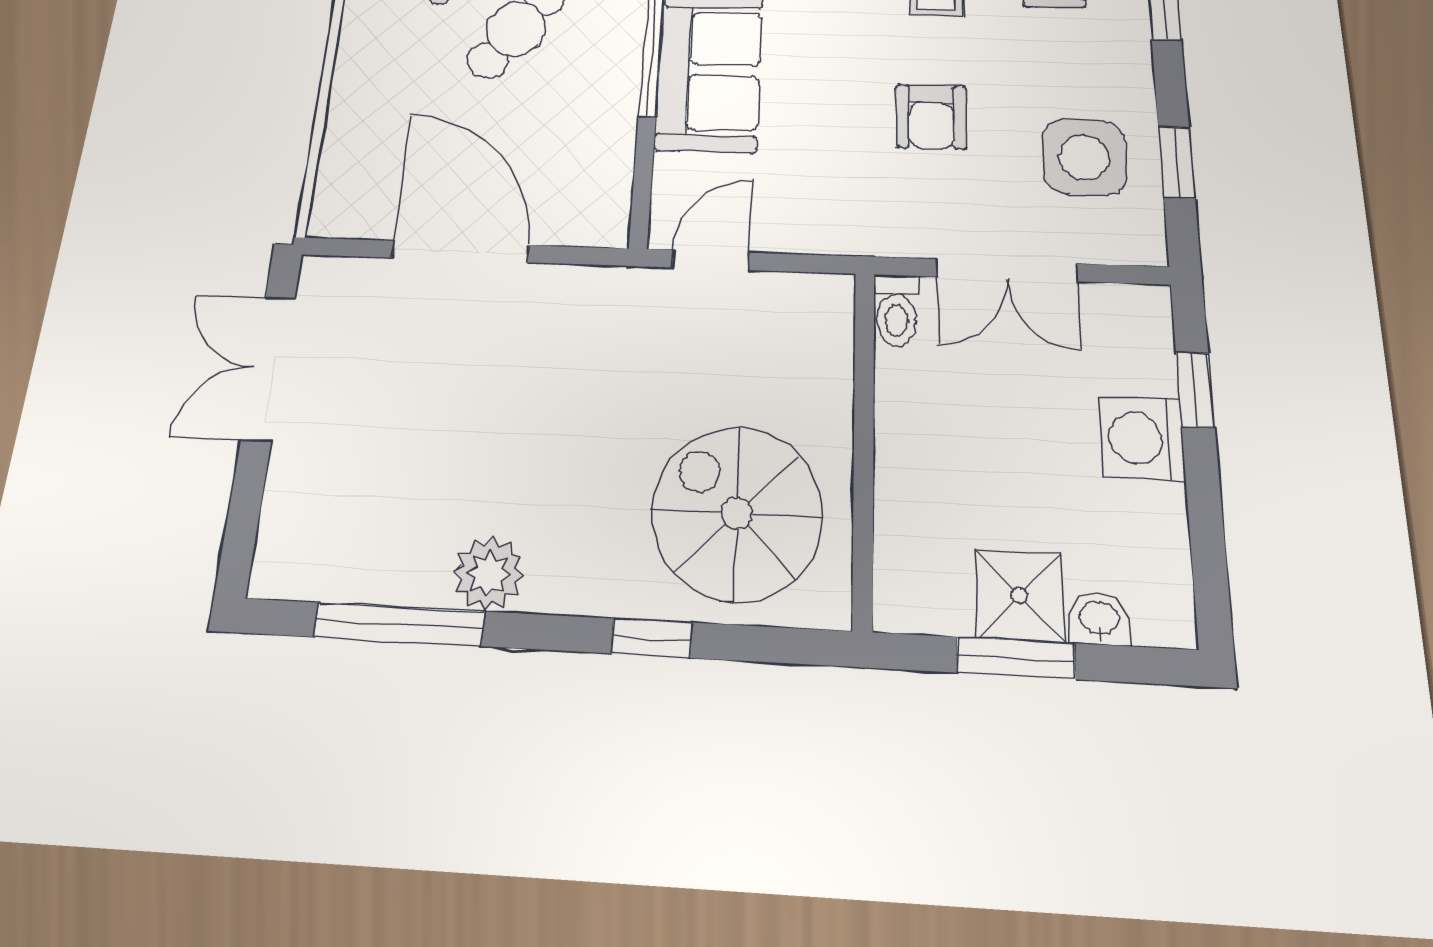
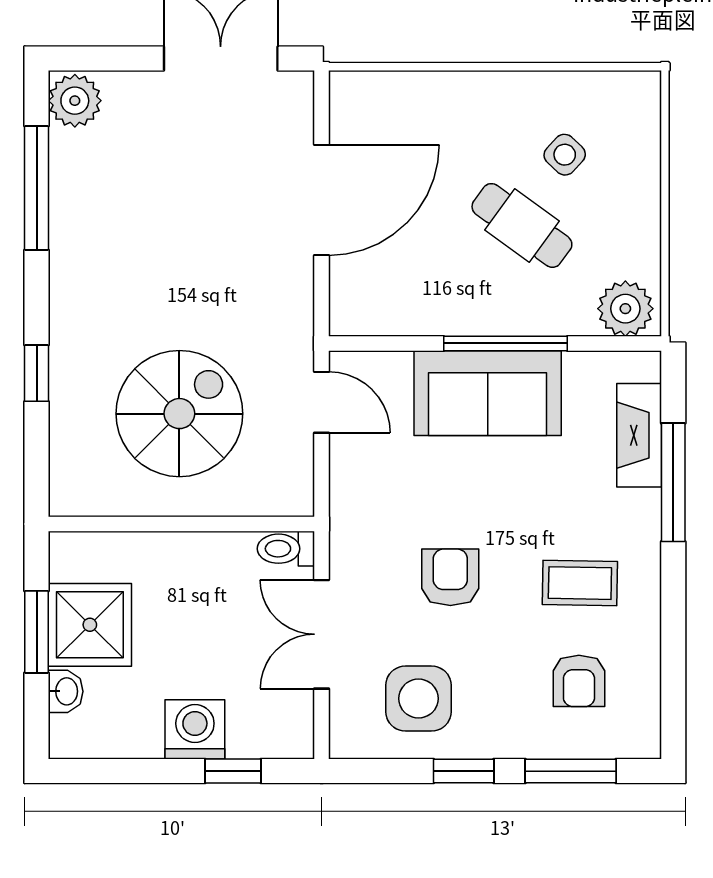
armchair: (931, 117) -> (450, 577), turned 90
window: (1177, 162) -> (464, 771), moved
spiral stairs: (737, 513) -> (179, 414), moved
plant: (489, 574) -> (75, 101), moved
shower: (1019, 596) -> (90, 625), width x1.36, depth x1.36

